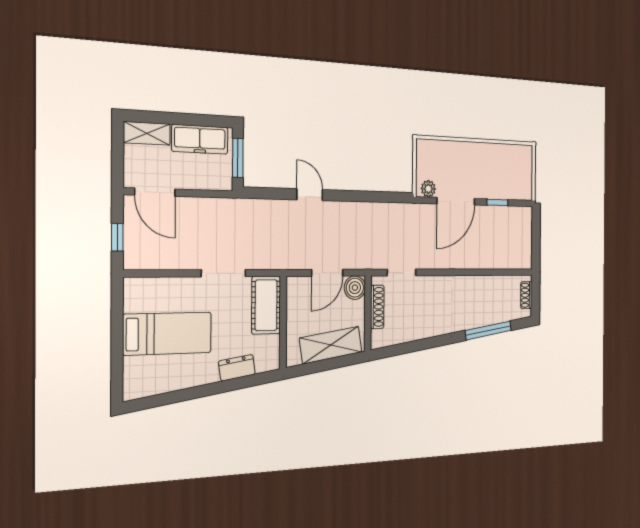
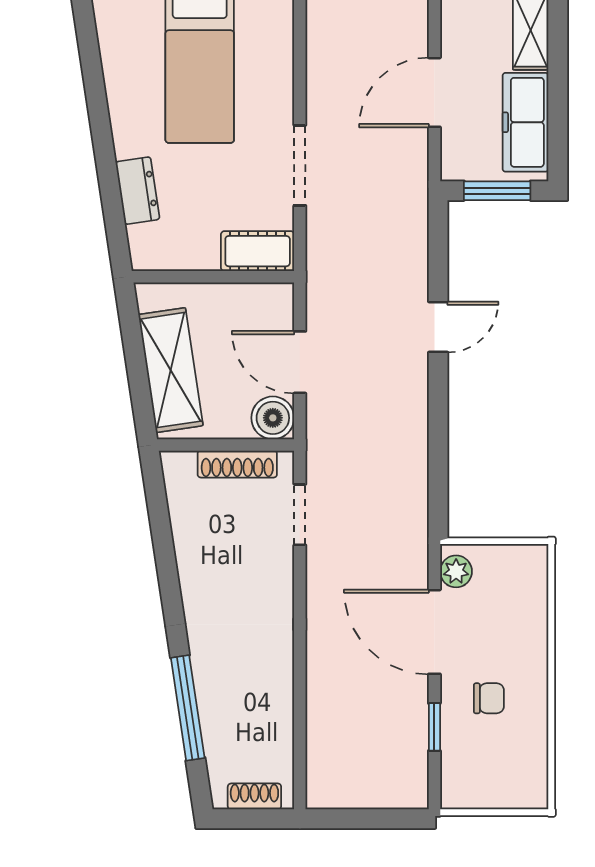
chair: (485, 174) -> (489, 698), added
door: (155, 192) -> (434, 92), moved
cot: (266, 305) -> (258, 251), width x0.73, depth x0.75

